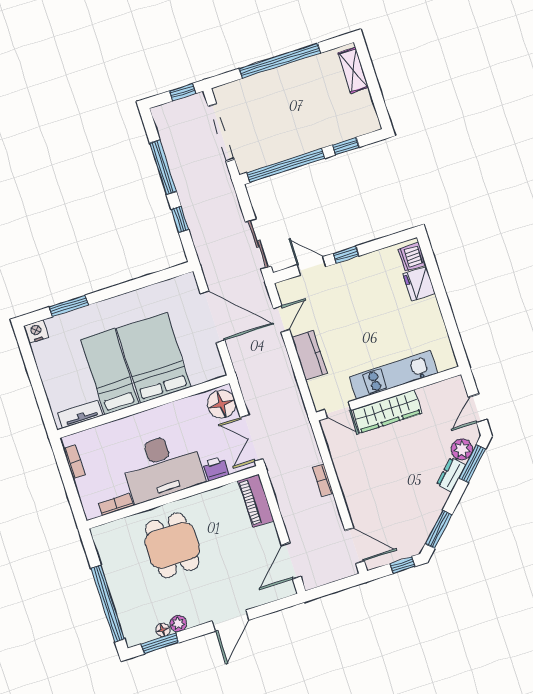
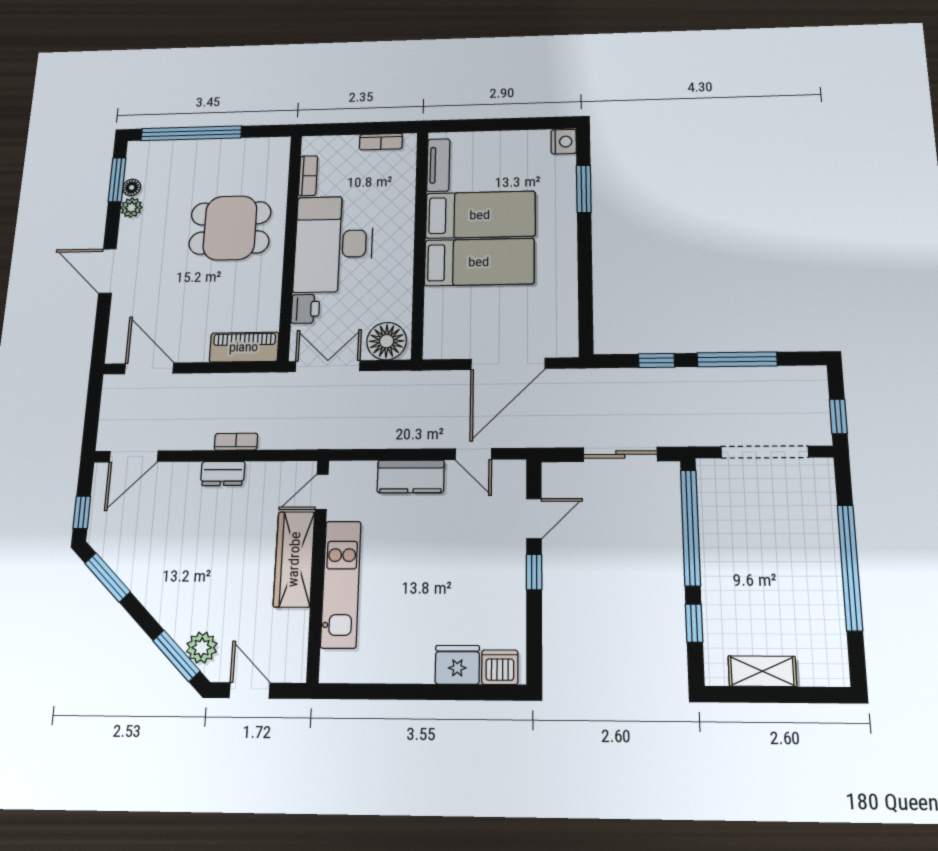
shelving: (353, 70) -> (762, 671), moved
sliding door: (258, 244) -> (620, 454), moved
bed: (154, 358) -> (479, 262), width x0.67
dresser: (451, 475) -> (223, 473), moved, turned 135

